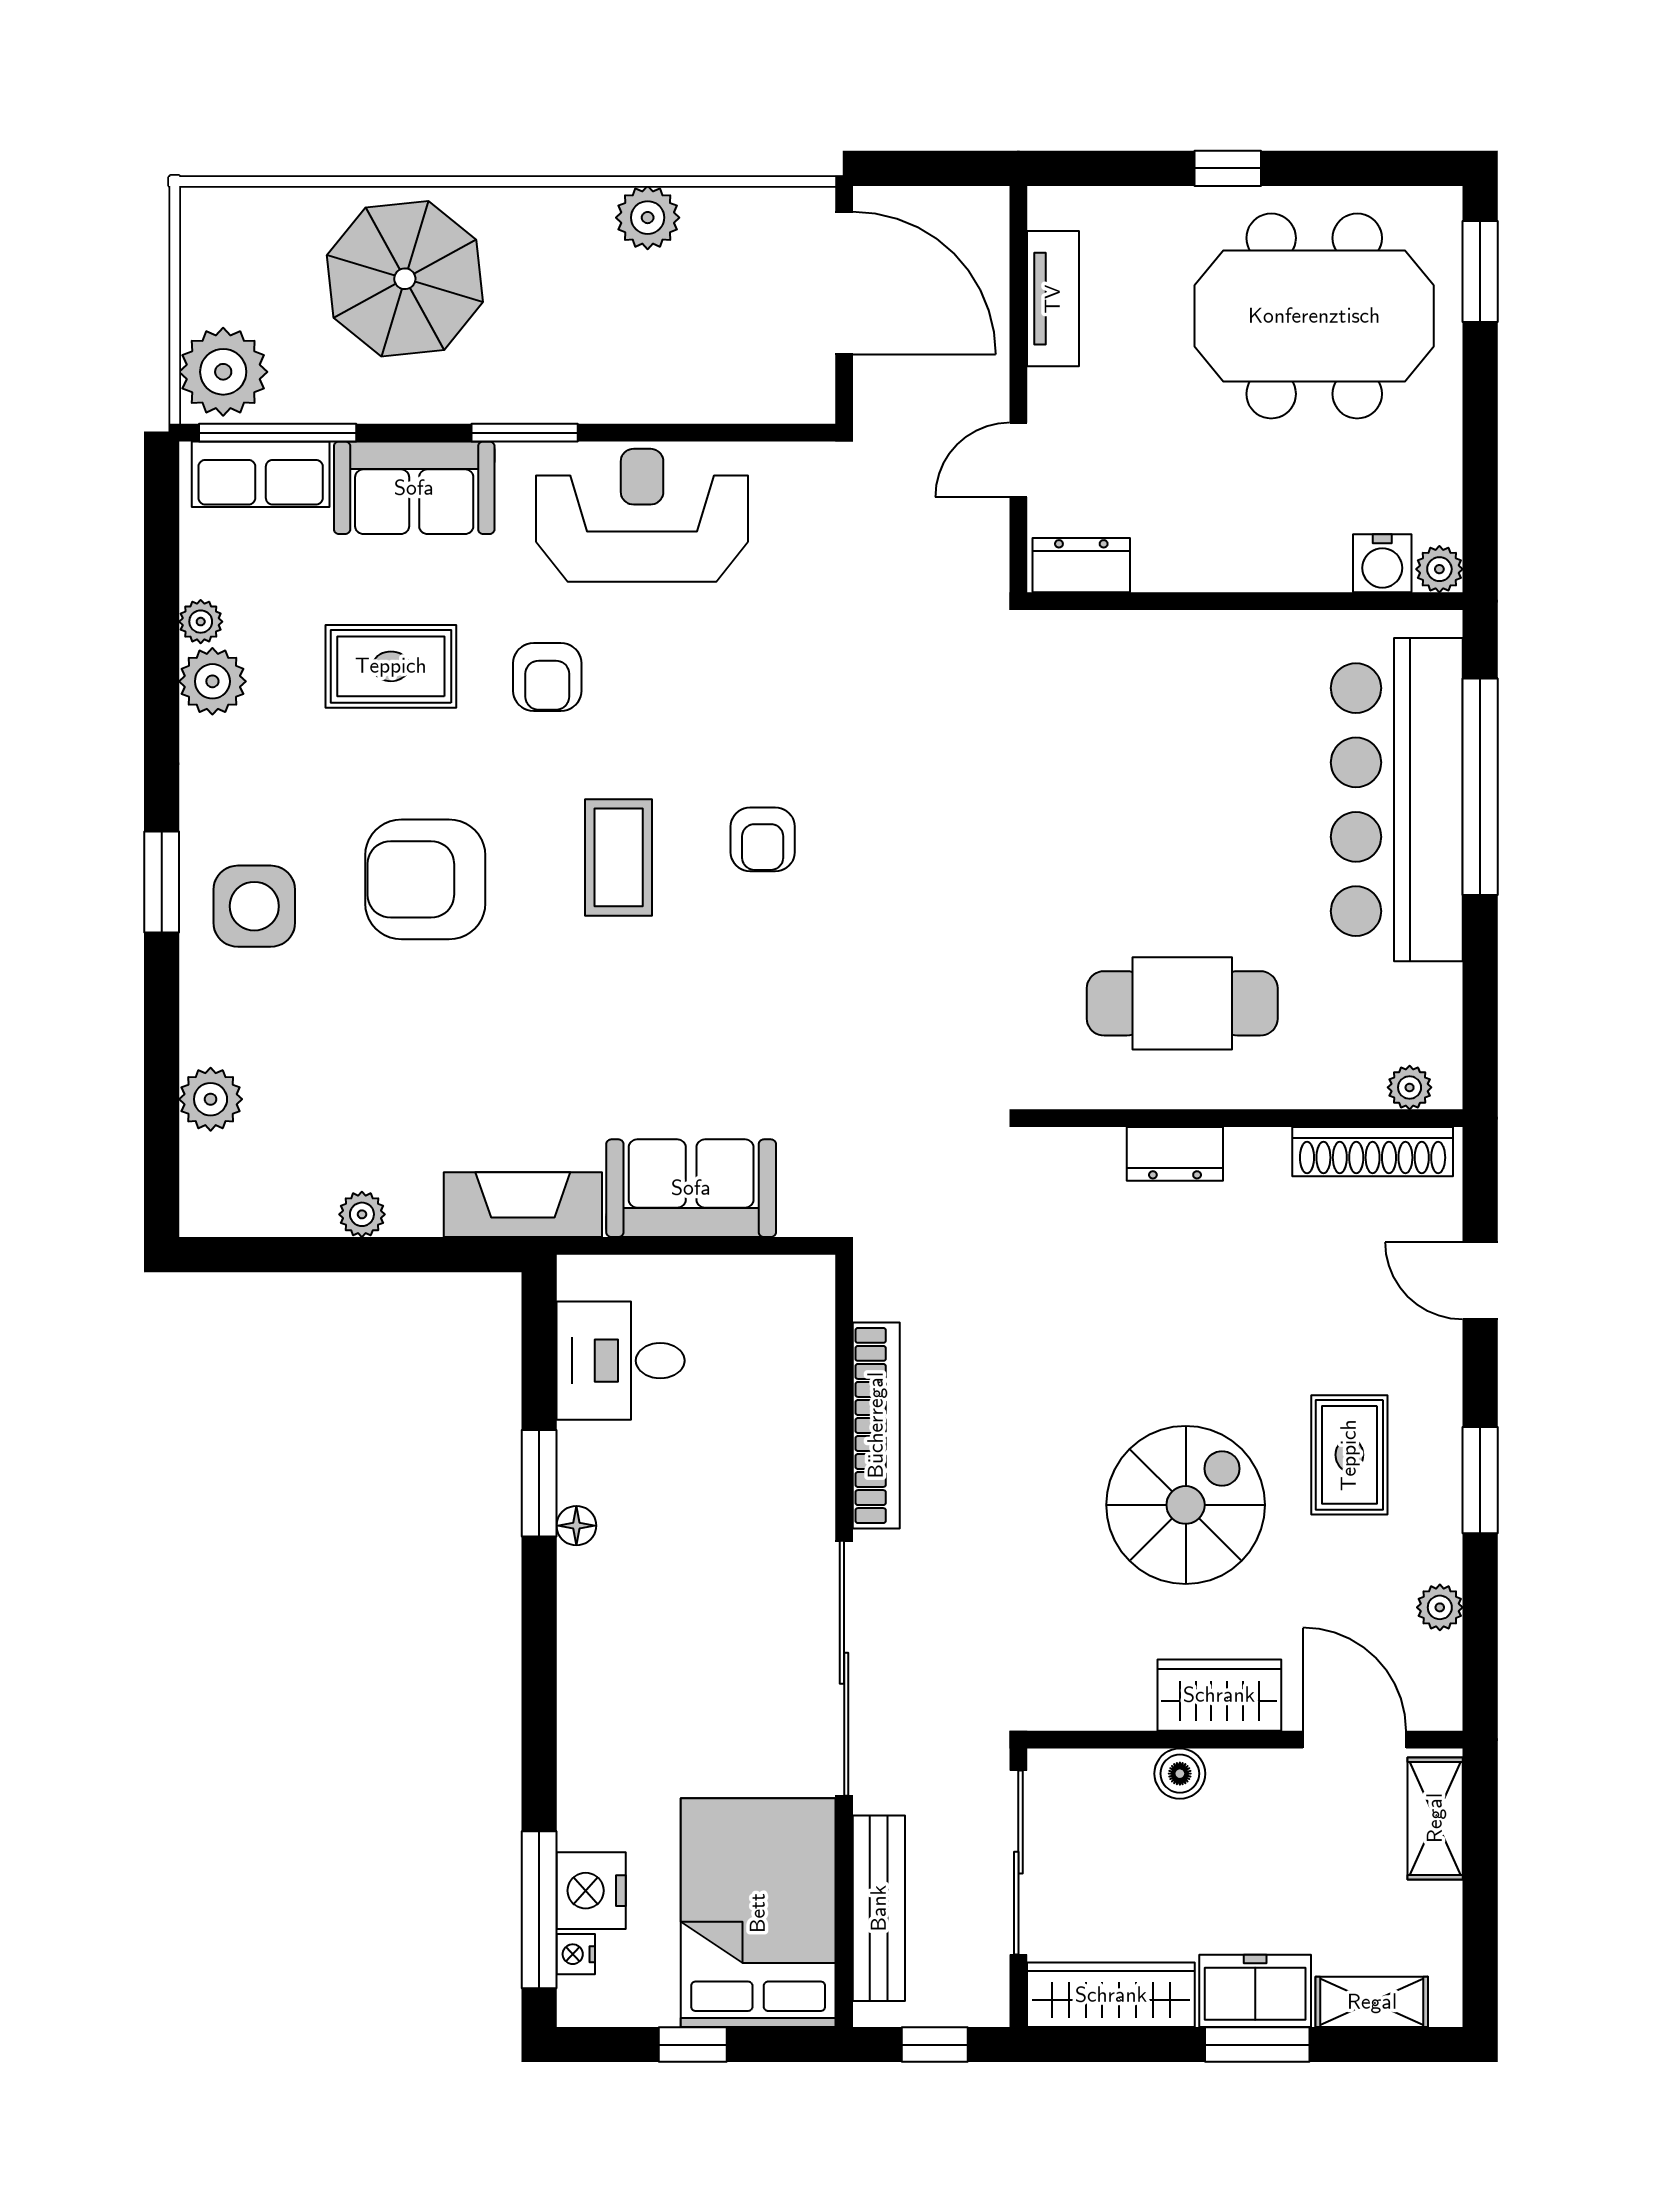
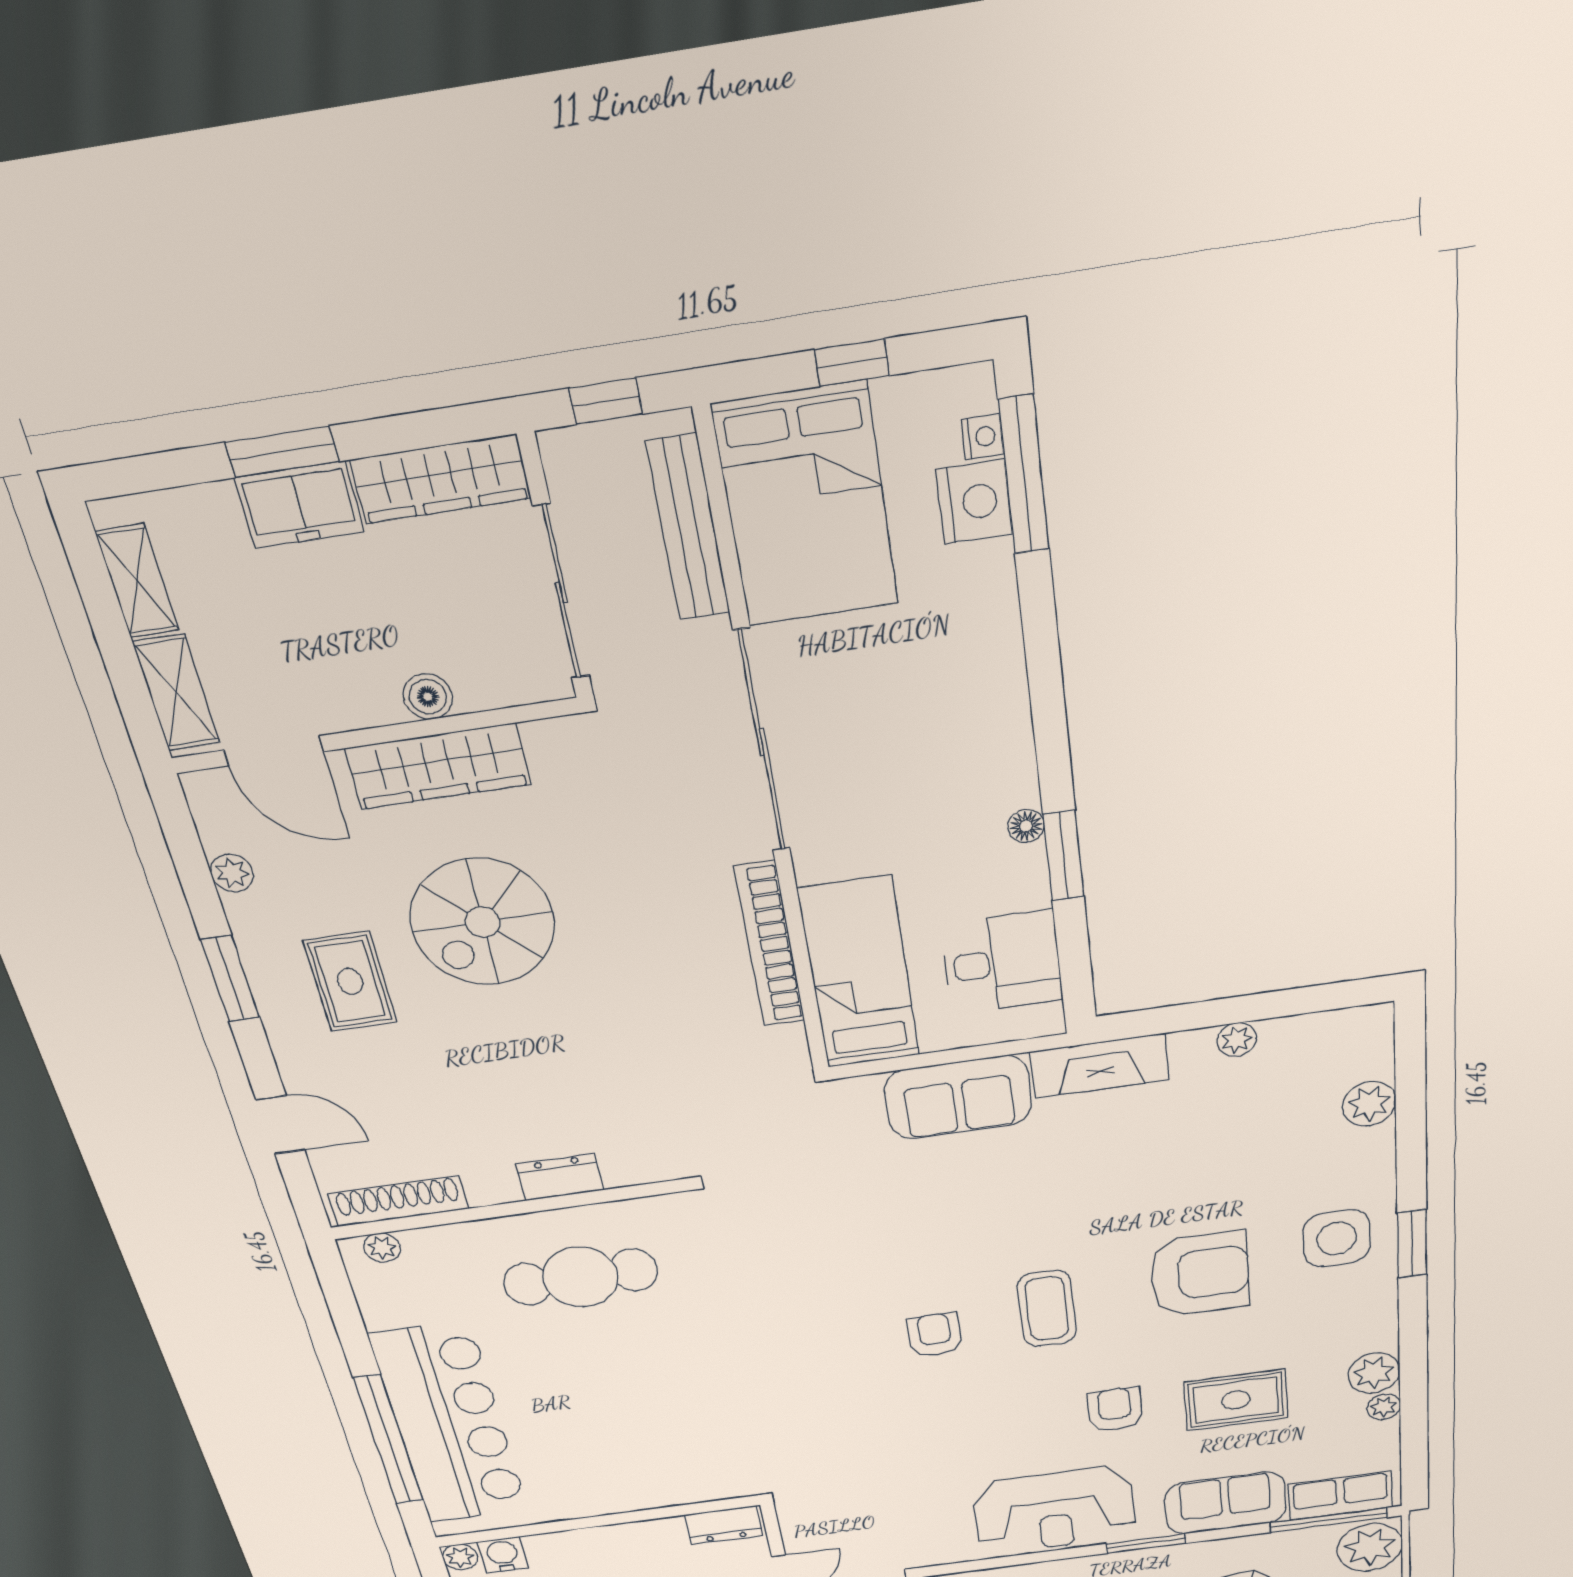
bed: (782, 1373) -> (859, 973), added
wardrobe: (1219, 1695) -> (438, 766), width x1.50
shelving: (1372, 2002) -> (137, 581), moved, turned 90

